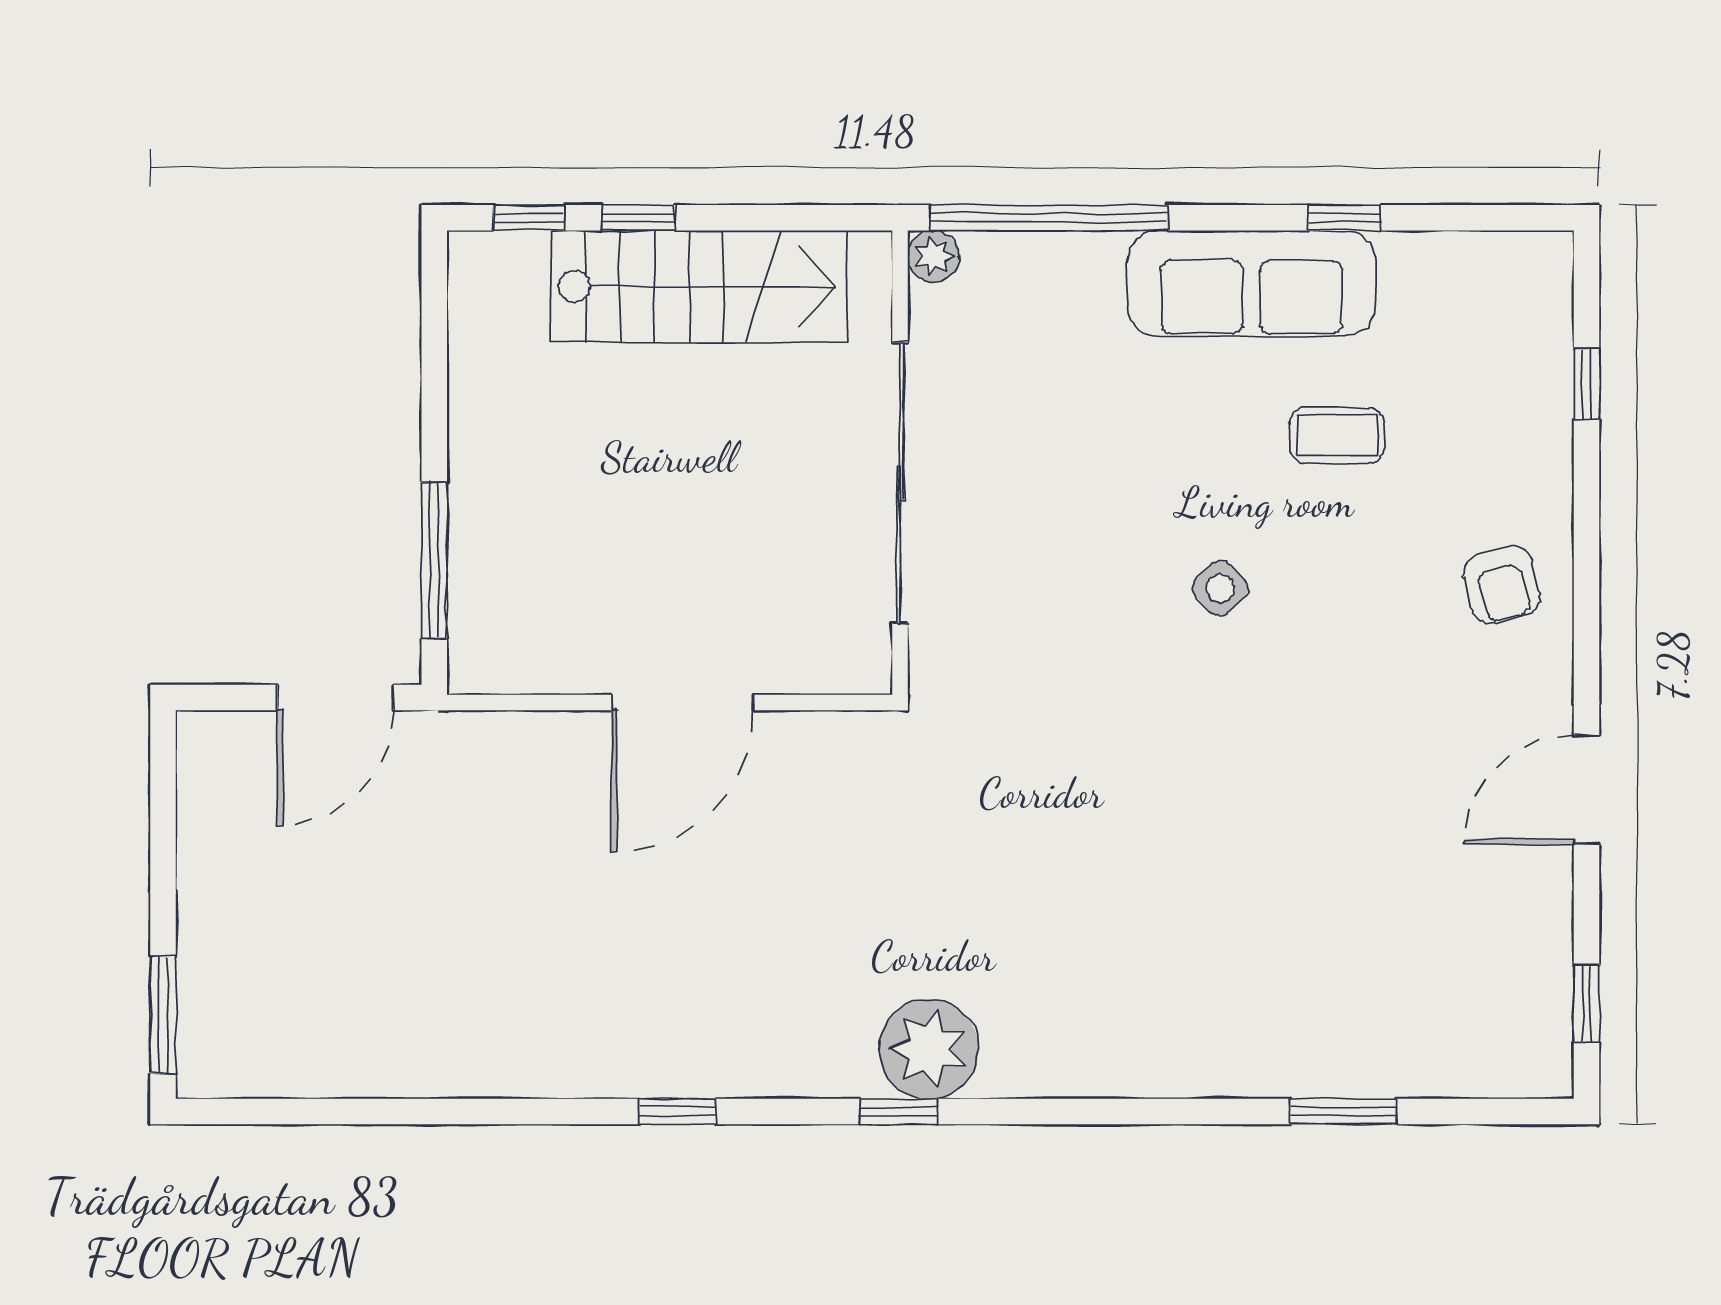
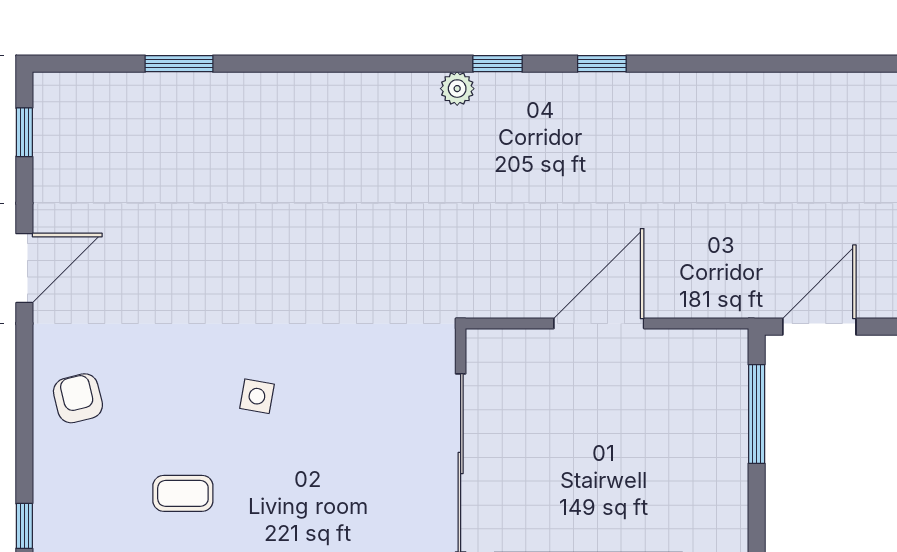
side table: (1220, 588) -> (257, 396), turned -36
plant: (929, 1049) -> (457, 89), width x0.53, depth x0.53
window: (898, 1111) -> (498, 64), moved

